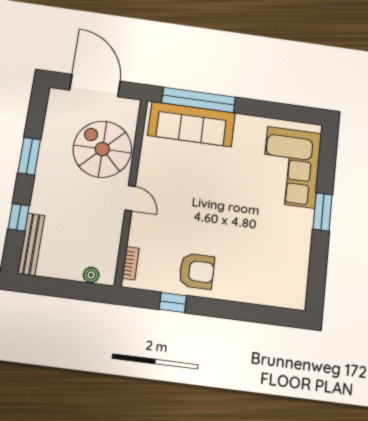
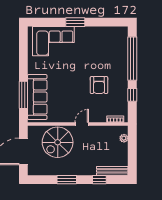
window: (199, 100) -> (23, 95), width x0.68
armchair: (197, 271) -> (99, 85), moved, turned 180
window: (243, 312) -> (132, 59), added

